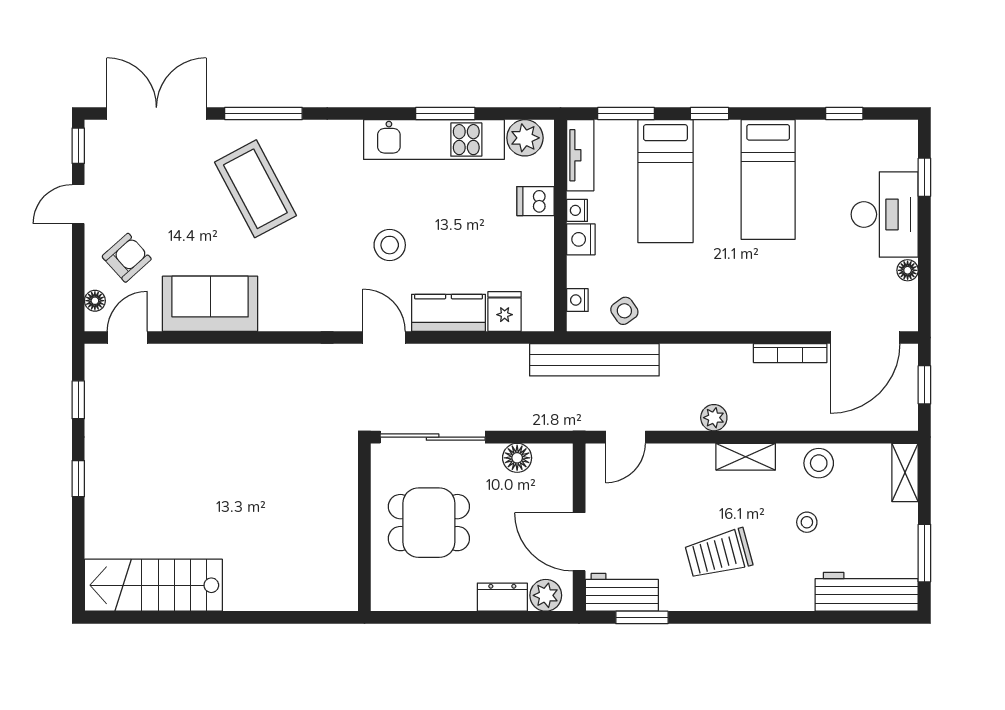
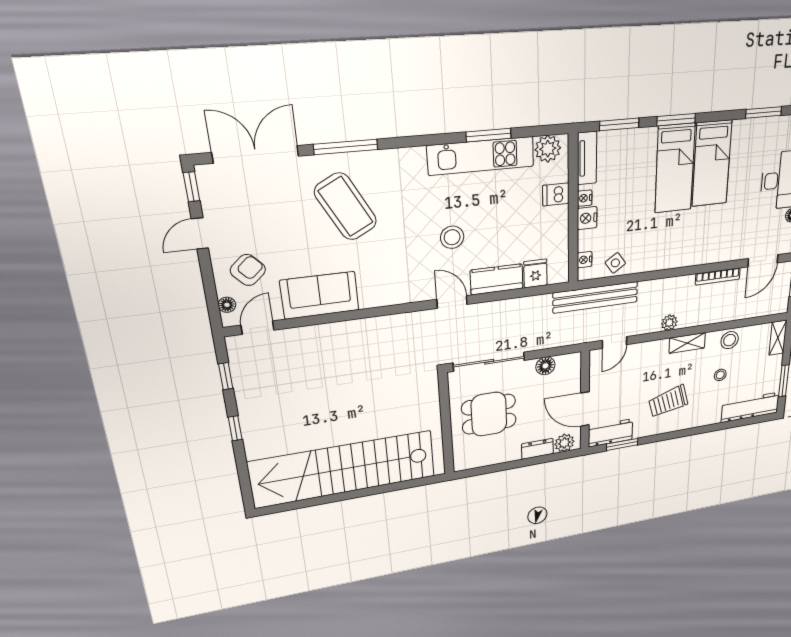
window: (709, 114) -> (676, 120), width x1.50
window: (844, 114) -> (764, 112), width x1.50
bed: (665, 181) -> (675, 168), moved
door: (865, 337) -> (763, 261), width x0.73
stairs: (153, 585) -> (344, 469), width x1.86, depth x1.51

